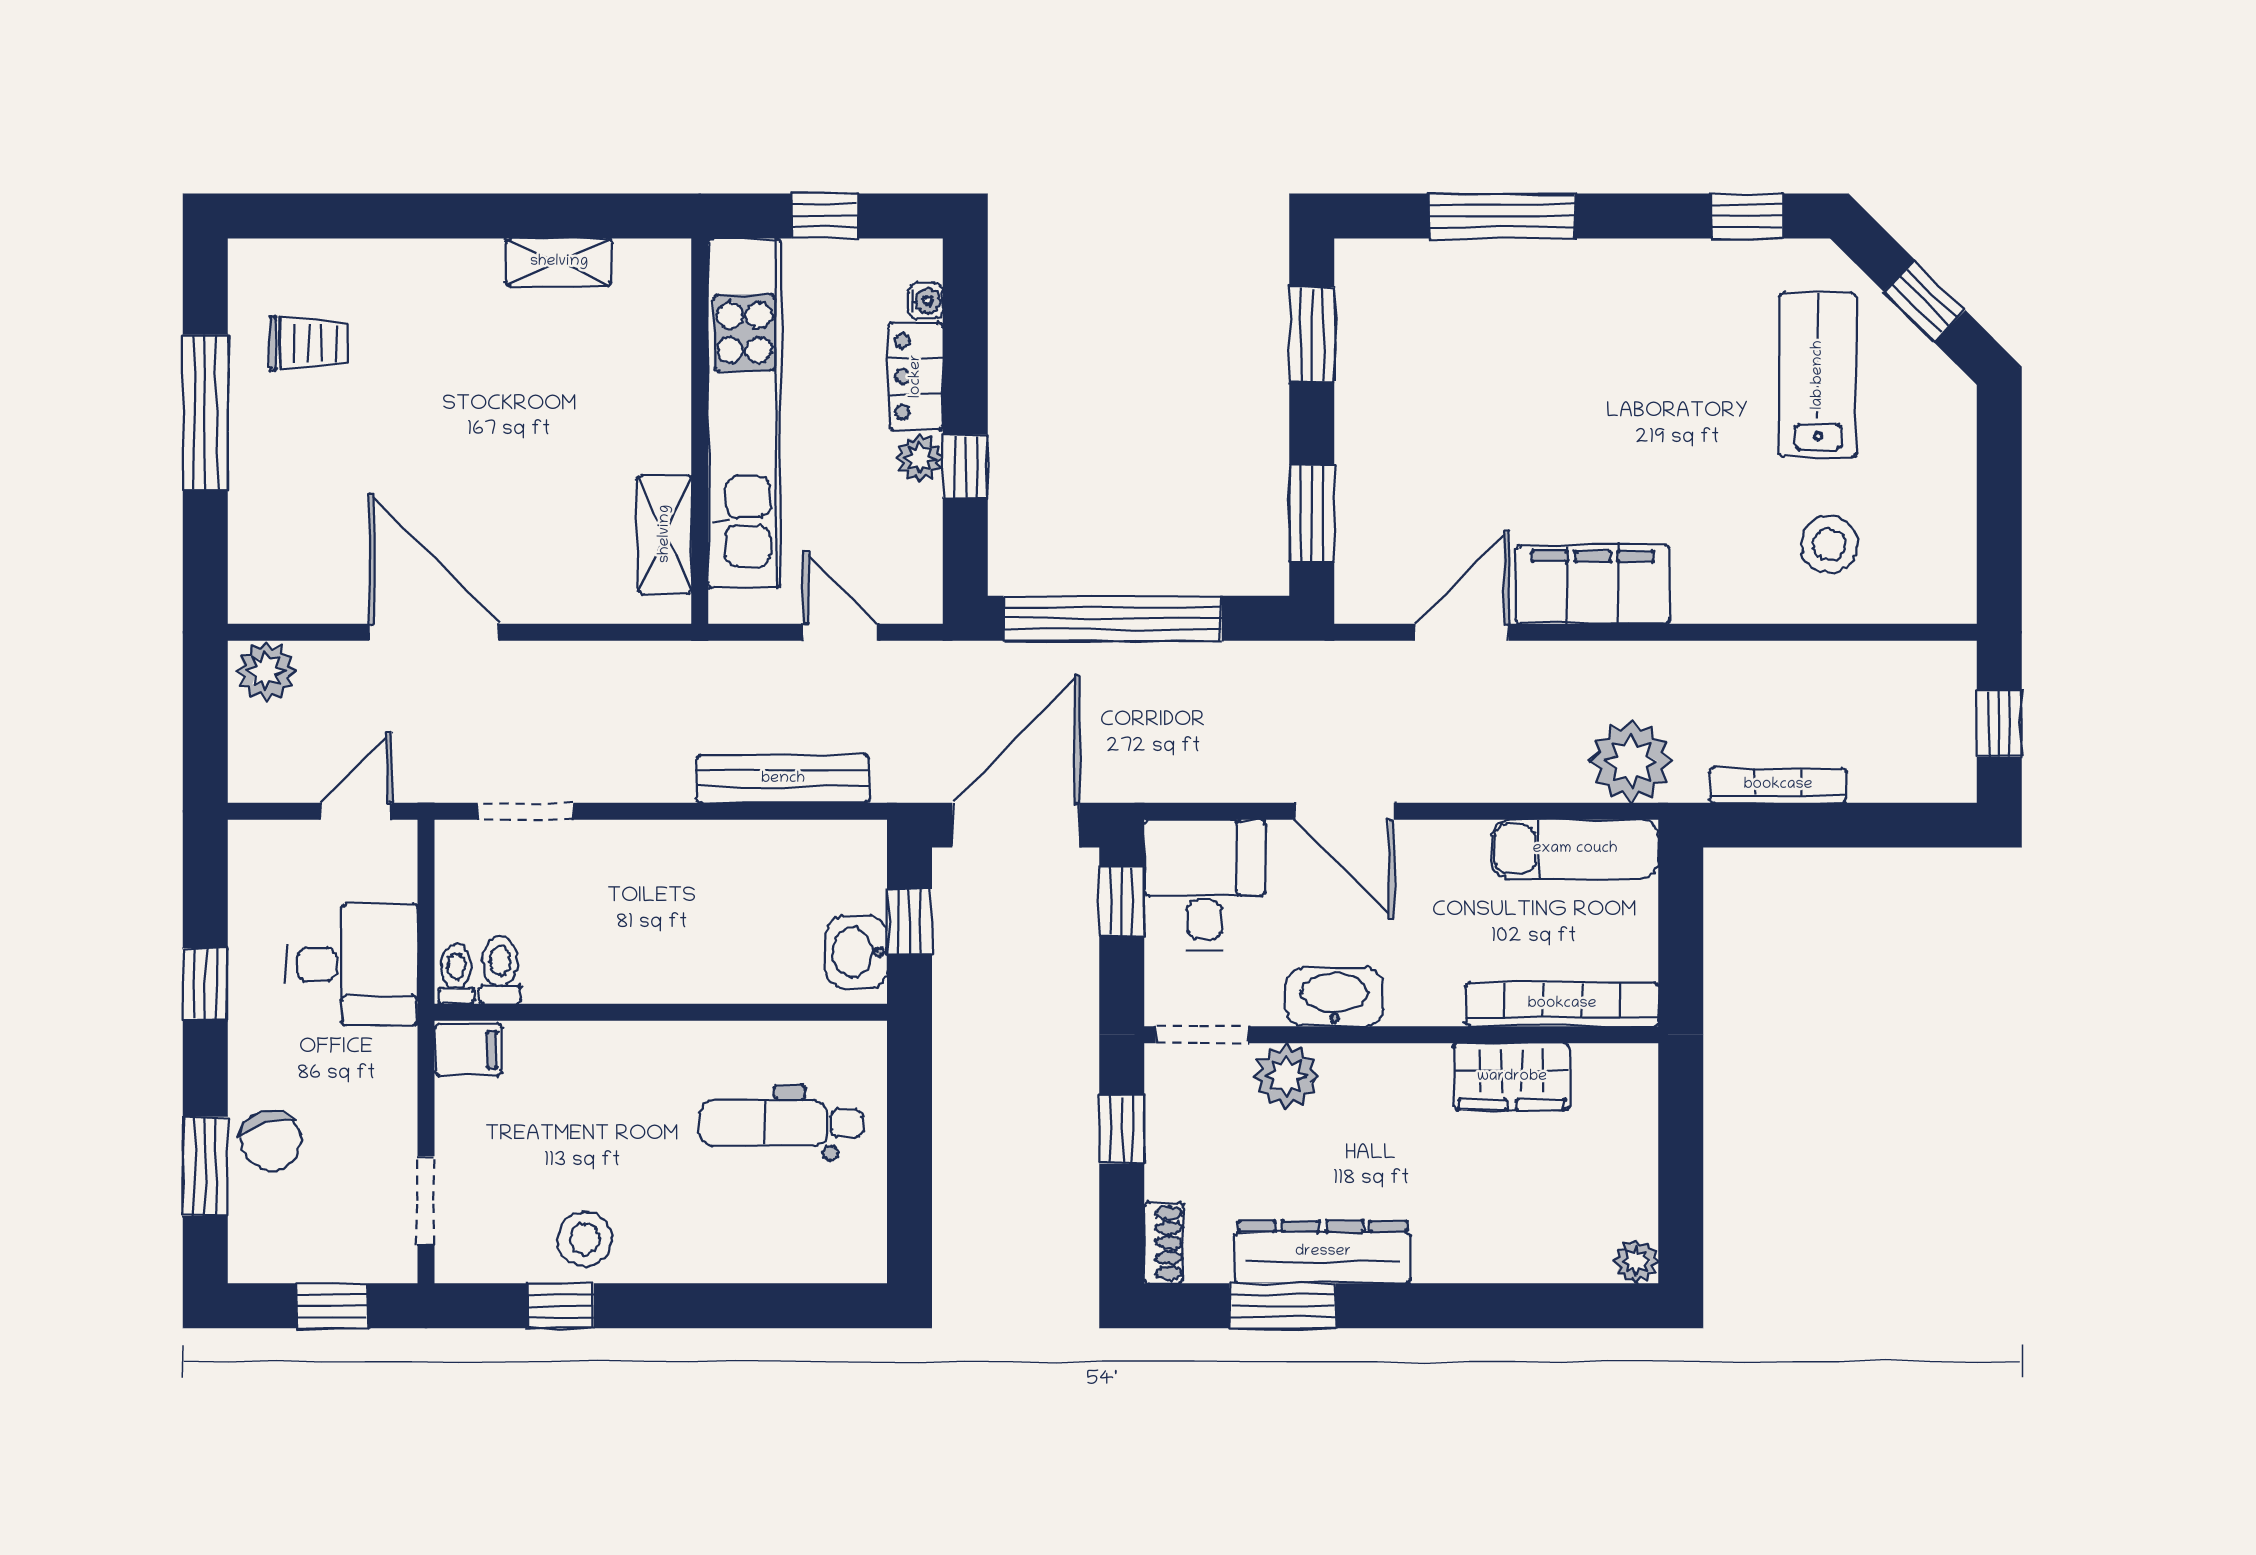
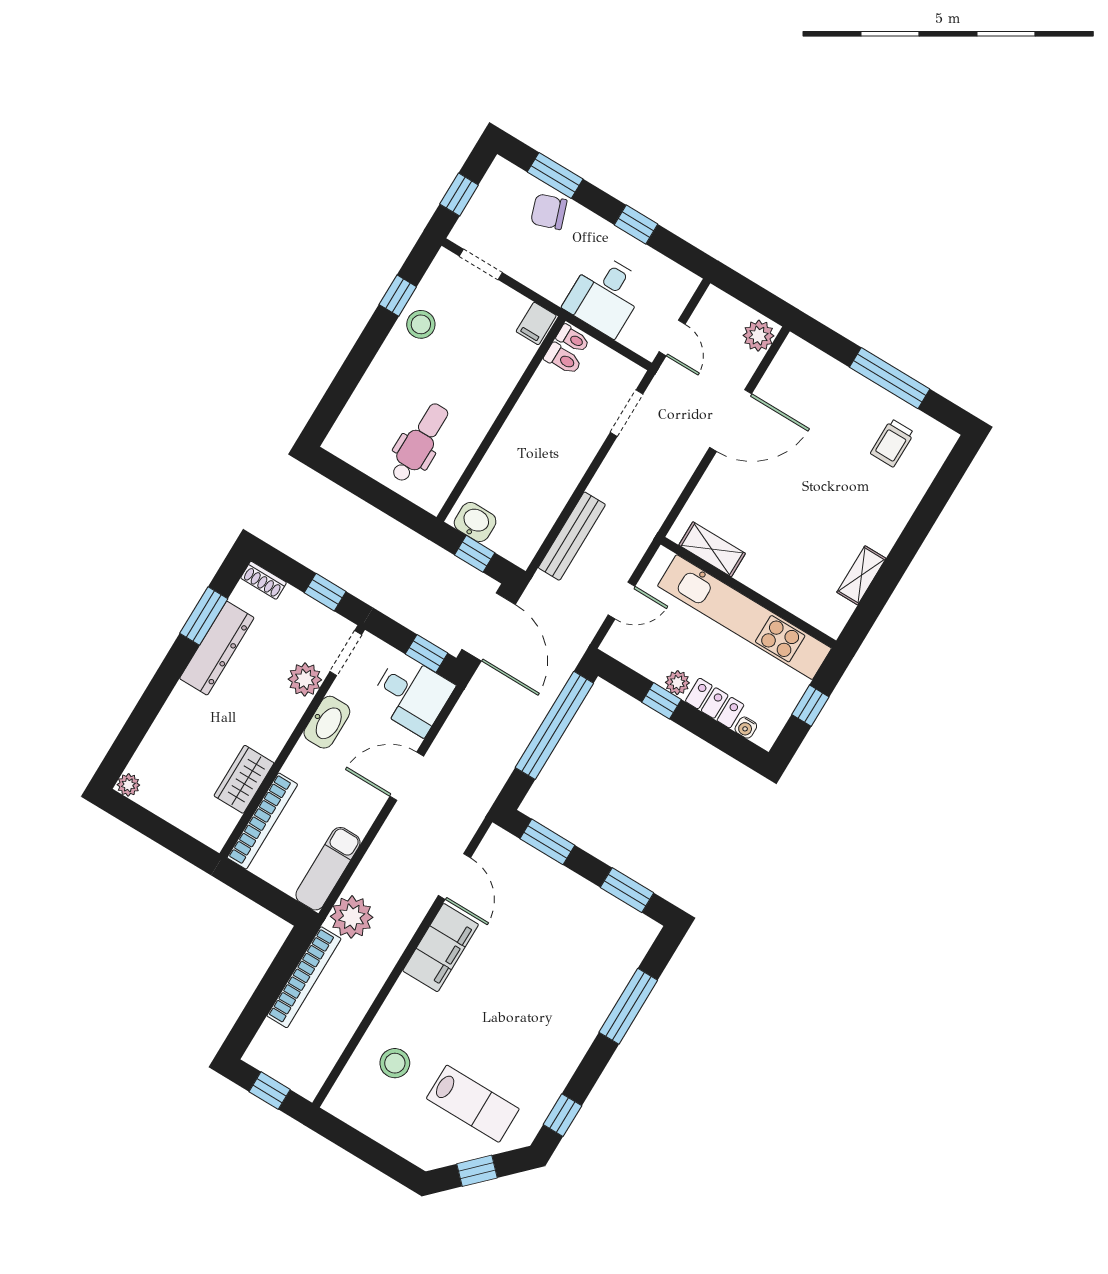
bookcase: (1778, 785) -> (304, 977), width x1.48, depth x1.31

